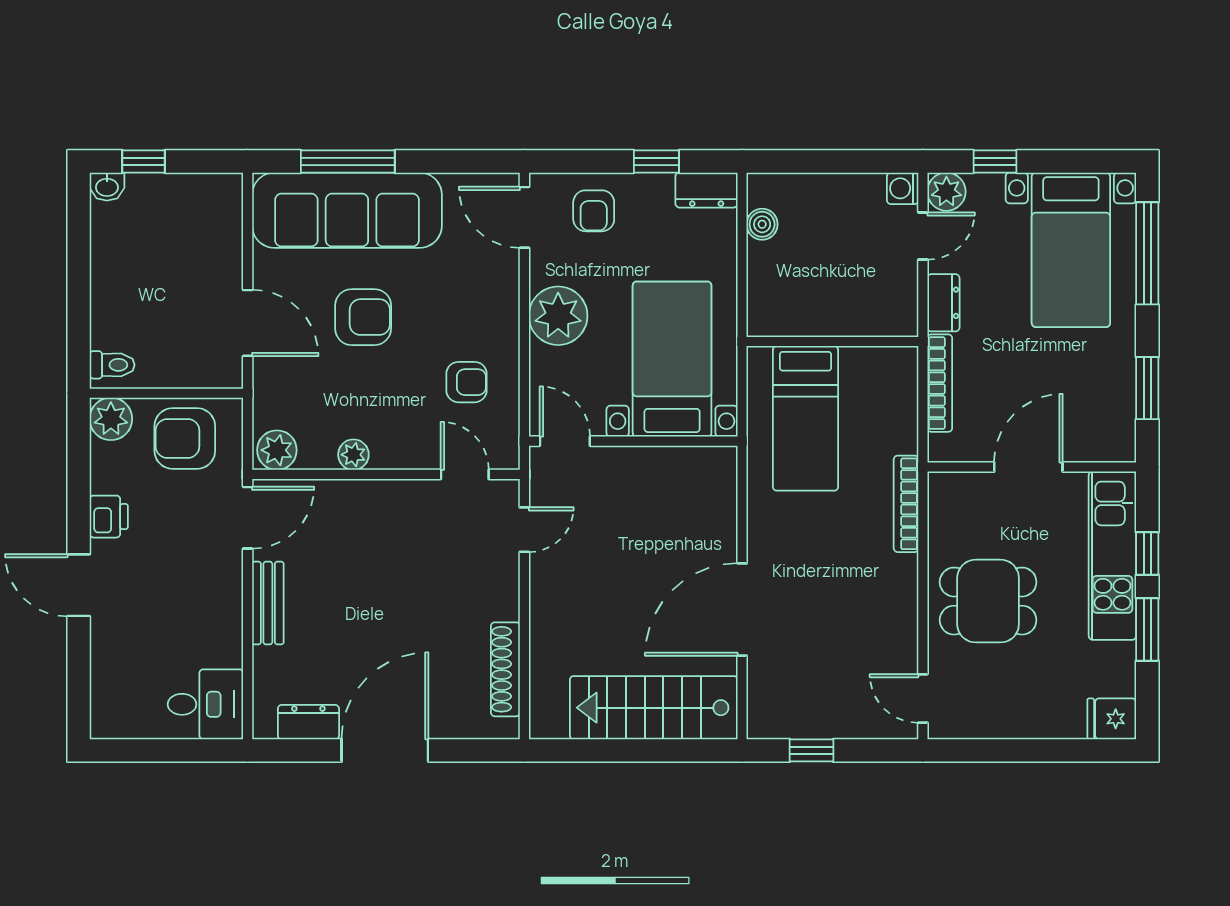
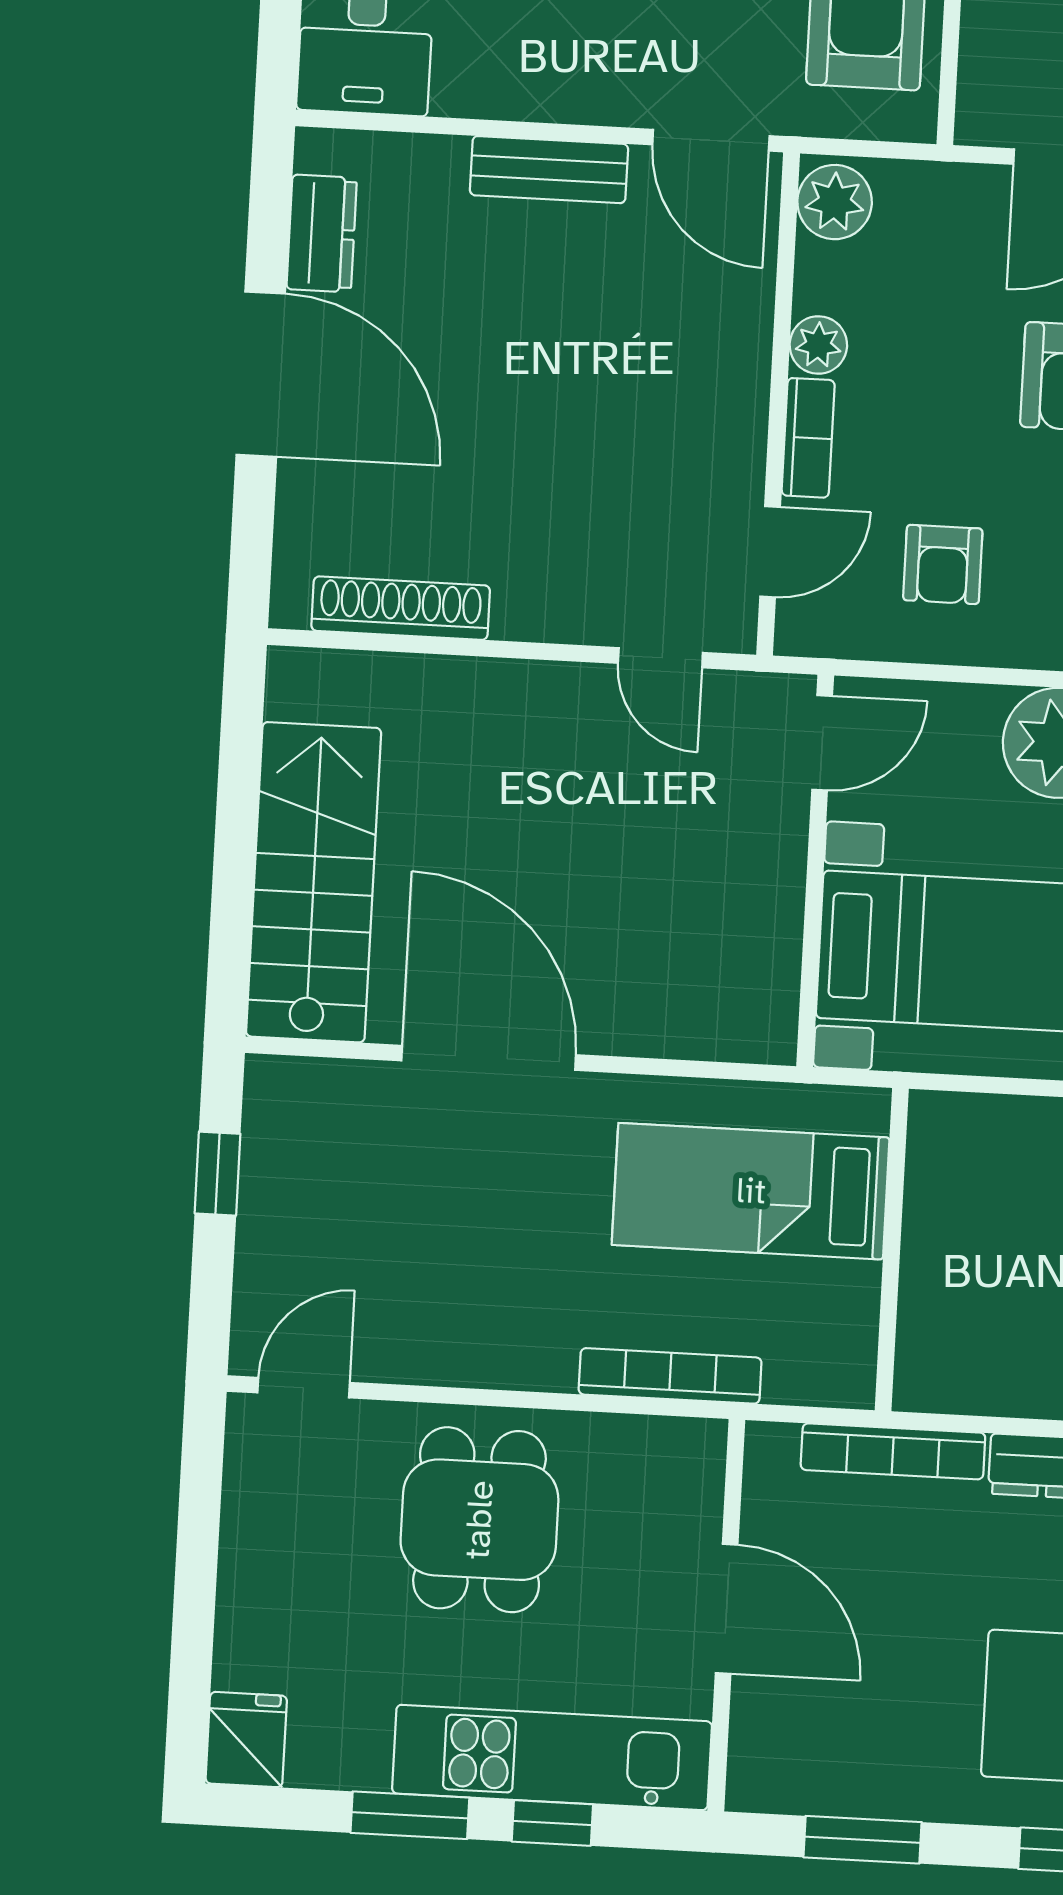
wall: (832, 342) -> (892, 1250), moved
bed: (806, 418) -> (751, 1191), moved
bookcase: (403, 457) -> (808, 438), added

